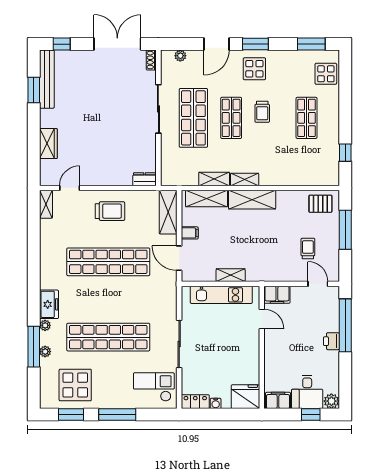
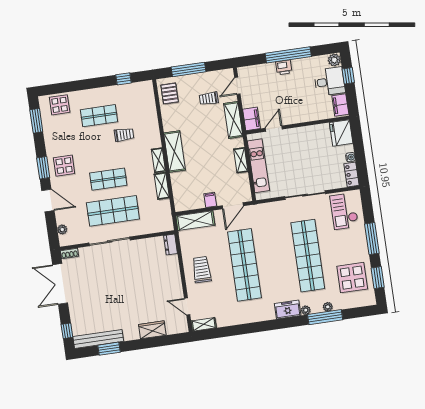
trolley: (262, 112) -> (124, 135), moved
shelving: (207, 199) -> (233, 120), moved
window: (345, 325) -> (288, 55), moved

